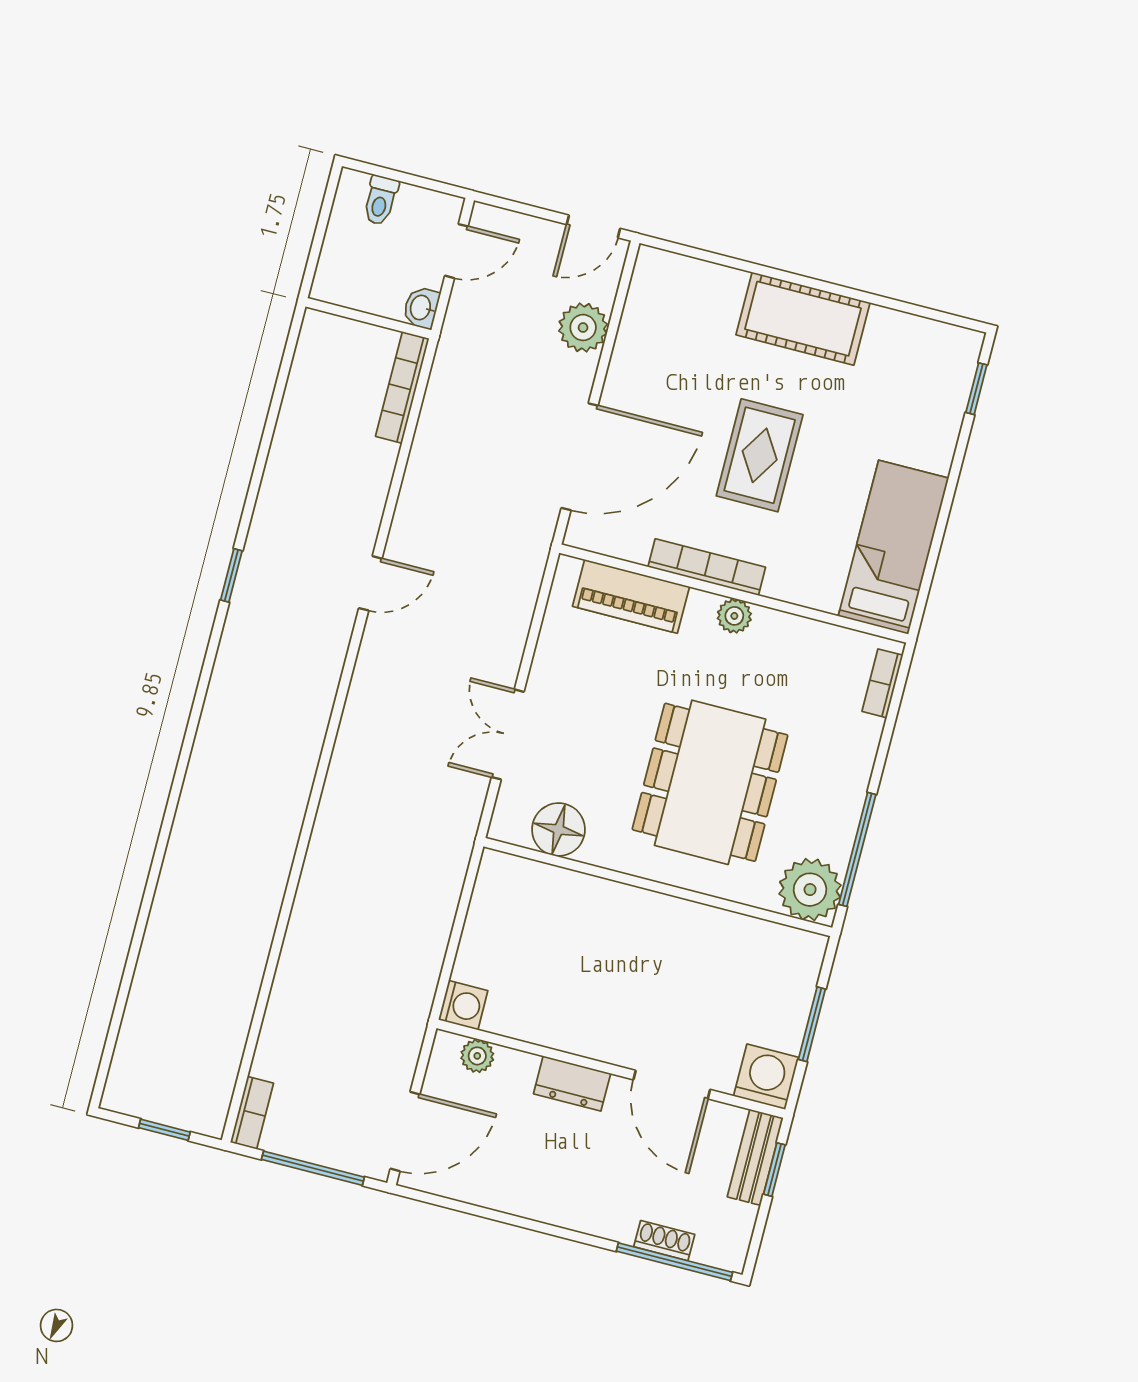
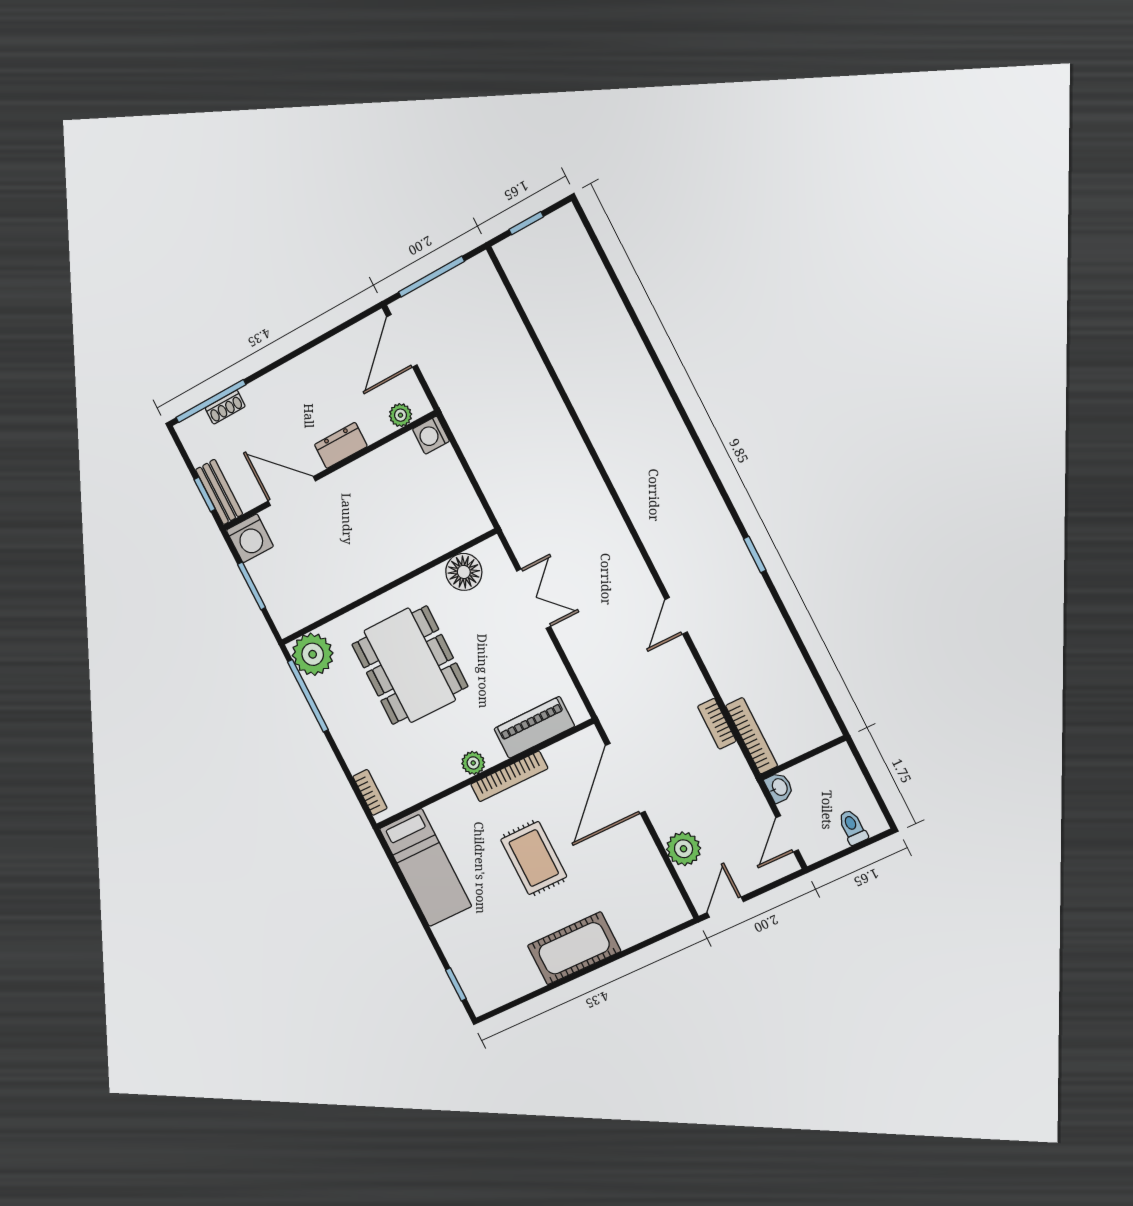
bookcase: (252, 1113) -> (717, 724), moved

